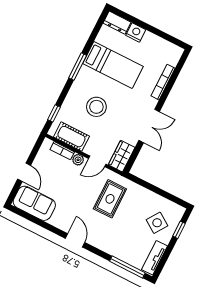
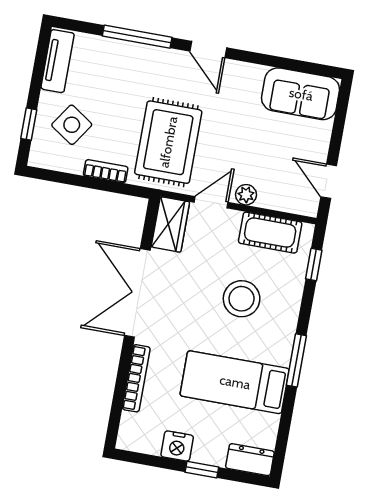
window: (143, 25) -> (202, 470), added
nightstand: (136, 32) -> (177, 446), moved
double door: (149, 126) -> (137, 293), width x1.37
bookcase: (62, 151) -> (106, 171), moved
door: (24, 172) -> (329, 181), moved
rug: (110, 199) -> (168, 142), width x1.36, depth x1.43
window: (127, 267) -> (137, 37), moved

